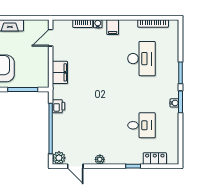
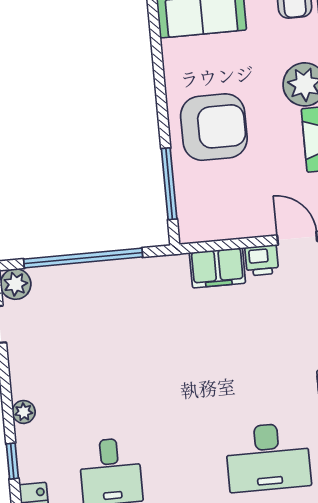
printer: (59, 106) -> (262, 260), moved
plant: (100, 159) -> (24, 412), moved

